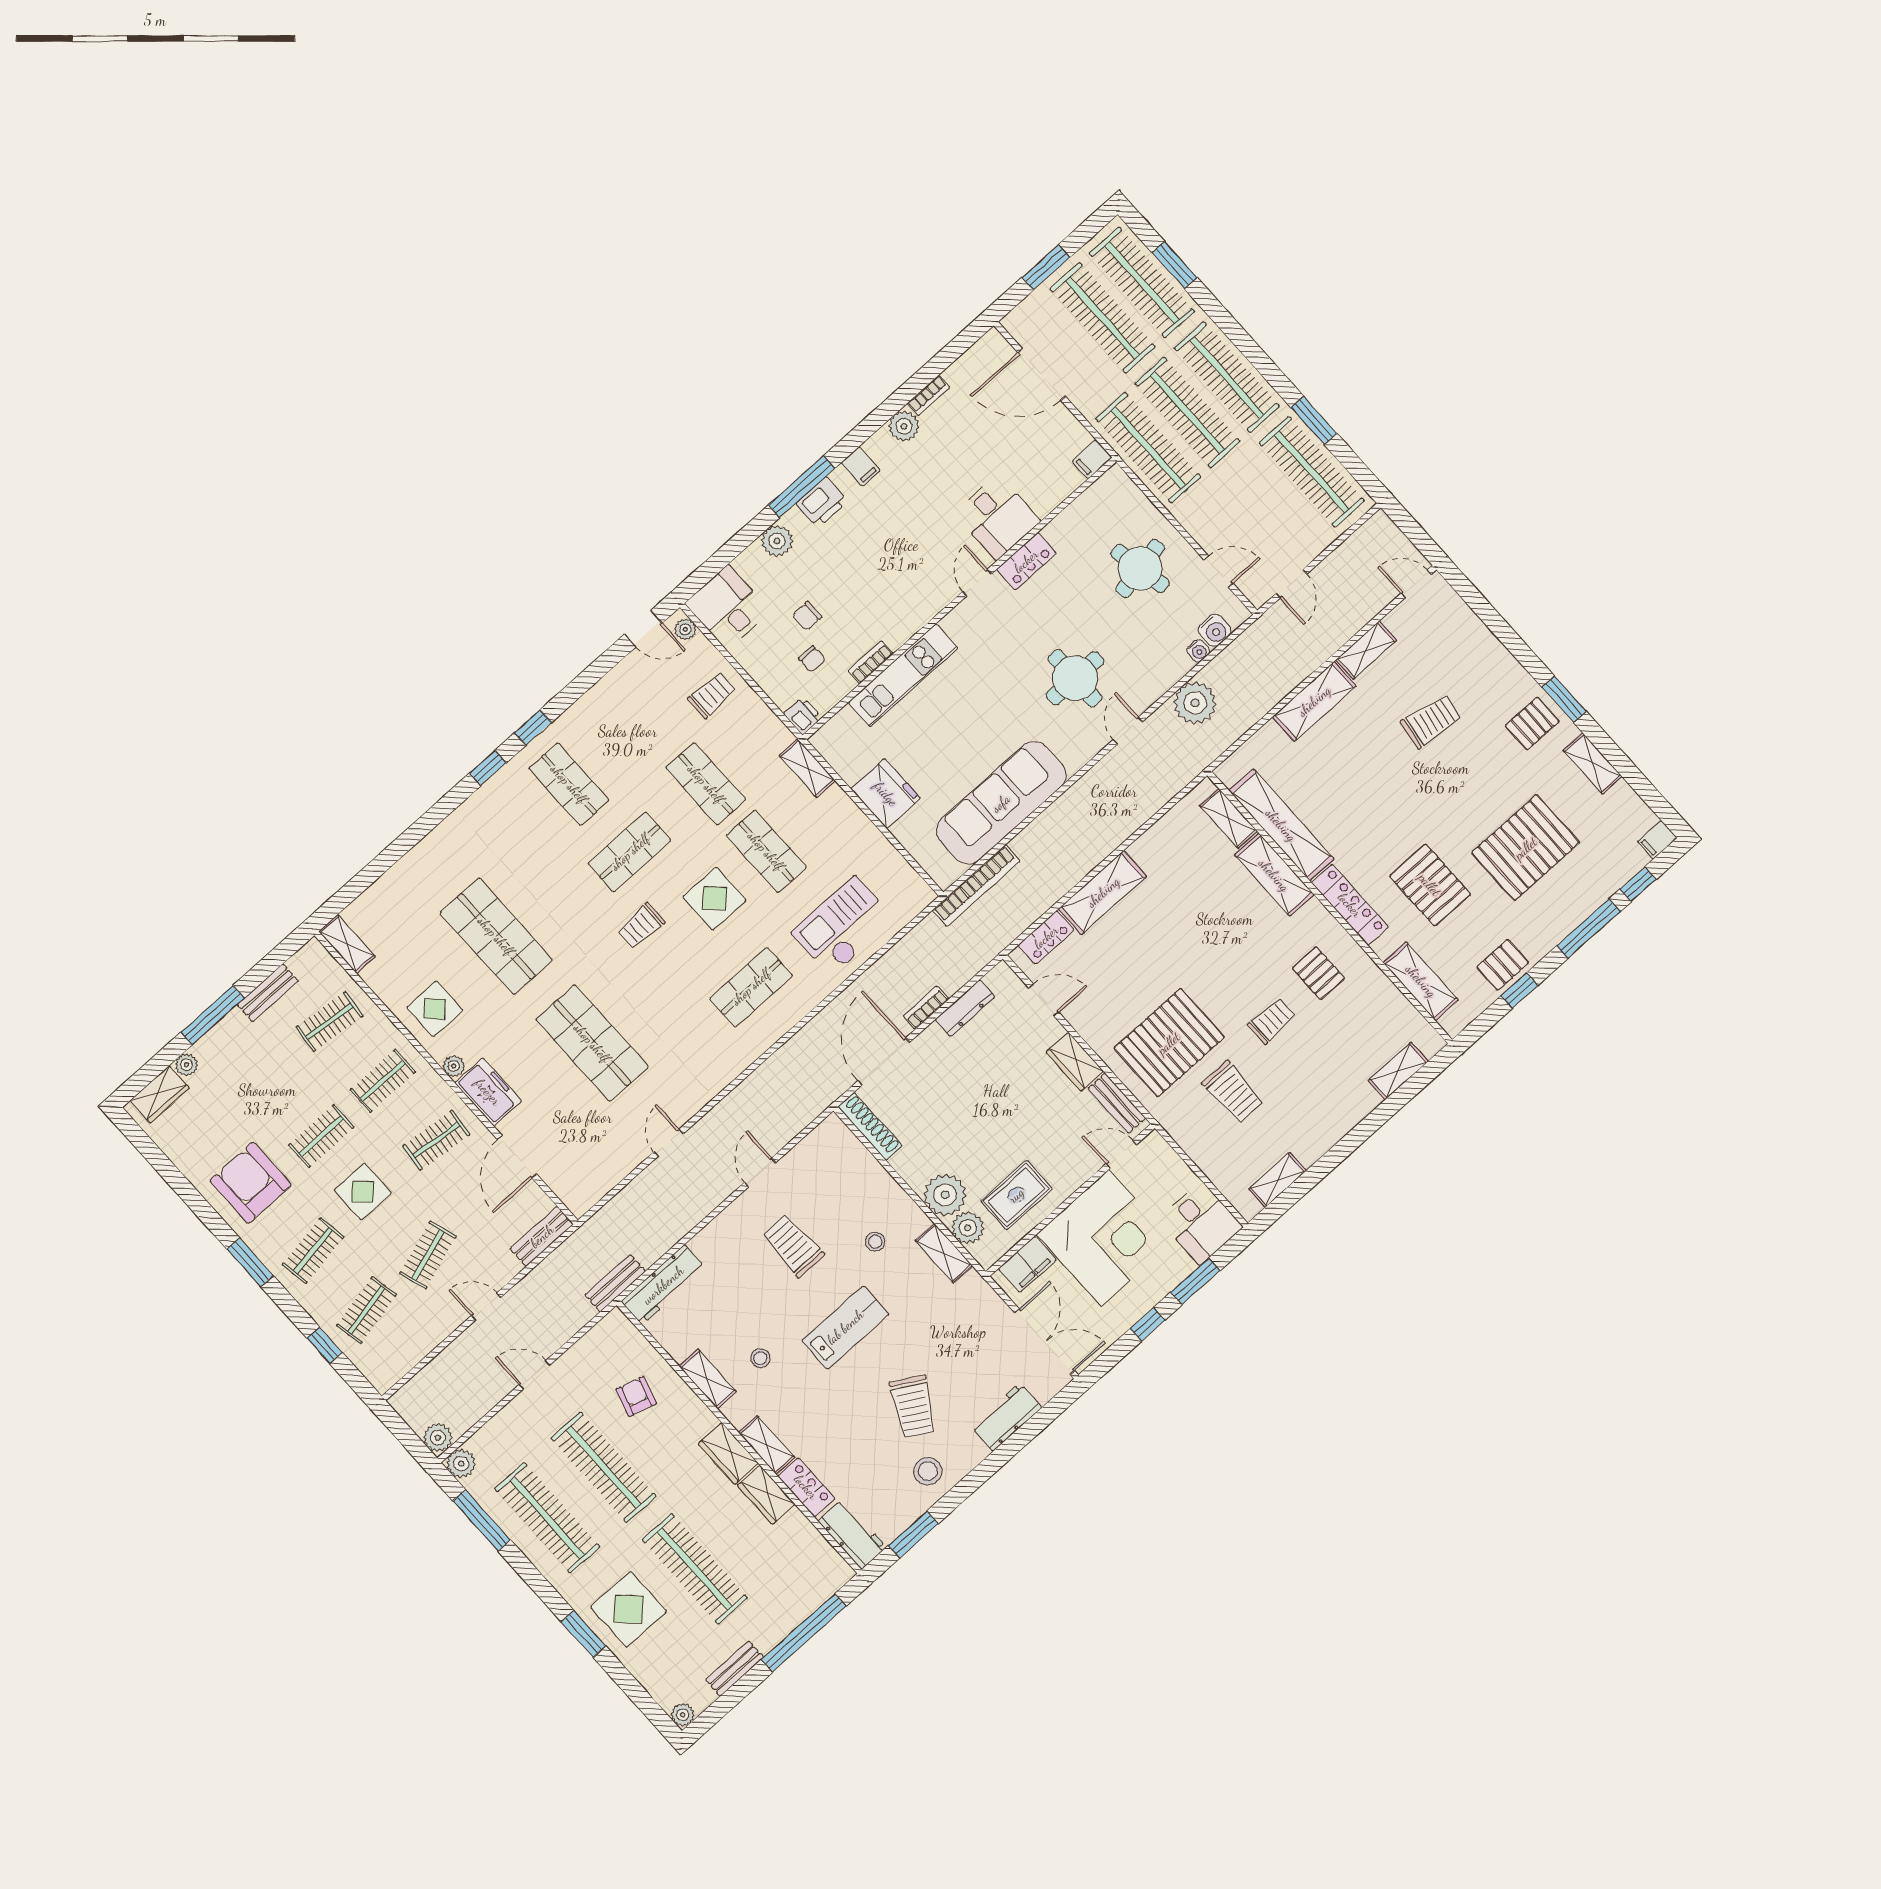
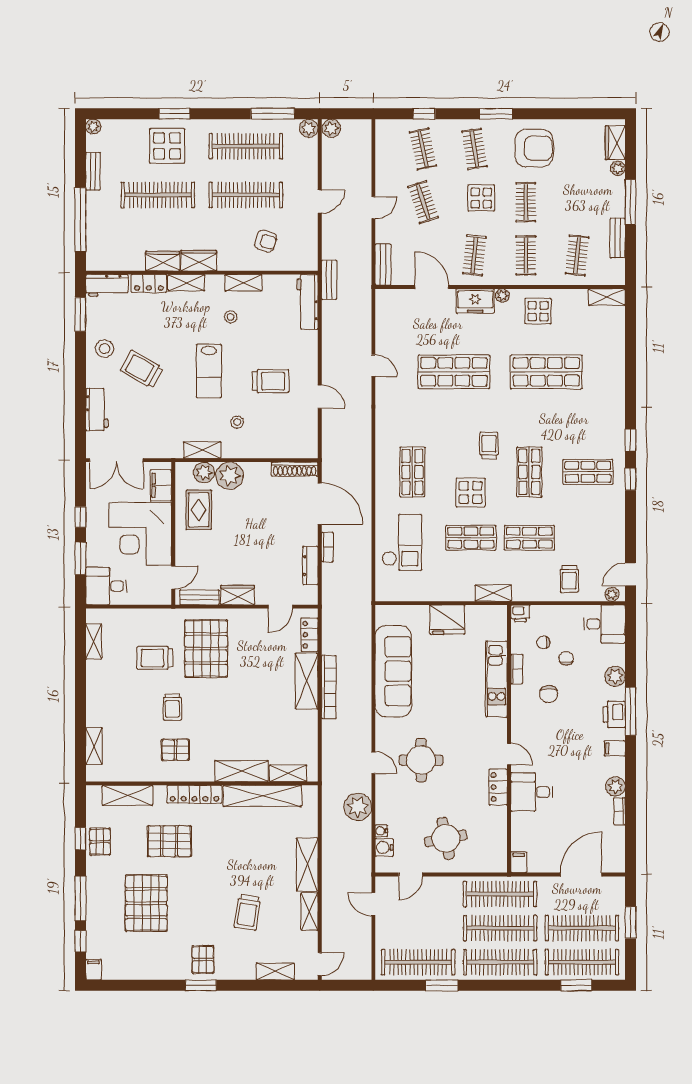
chair: (867, 599) -> (549, 694), added
shelving: (1593, 763) -> (275, 971), moved
bookcase: (976, 886) -> (329, 687), moved, turned 180

